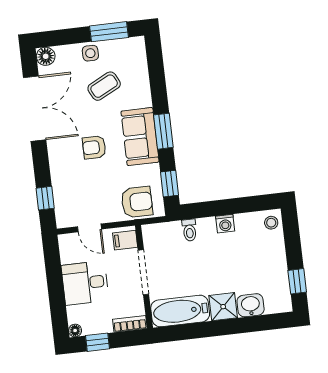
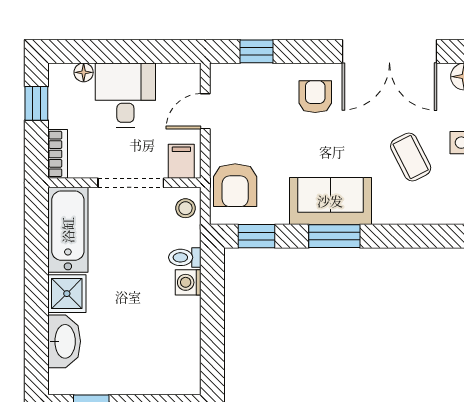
armchair: (94, 147) -> (315, 97), moved
stool: (271, 223) -> (185, 208), moved
washing machine: (225, 224) -> (188, 282), moved
washbasin: (251, 305) -> (64, 341), width x1.38
floor lamp: (75, 330) -> (84, 72), moved

